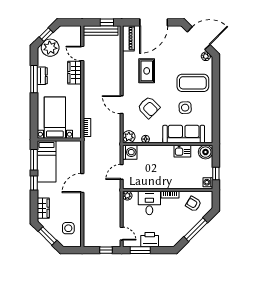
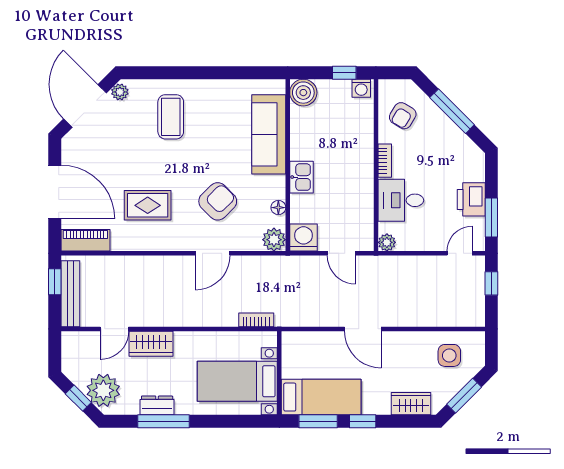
coffee table: (193, 83) -> (171, 117), width x0.73, depth x0.76
side table: (185, 108) -> (218, 132), removed
kitchen sink: (182, 151) -> (301, 177), moved

